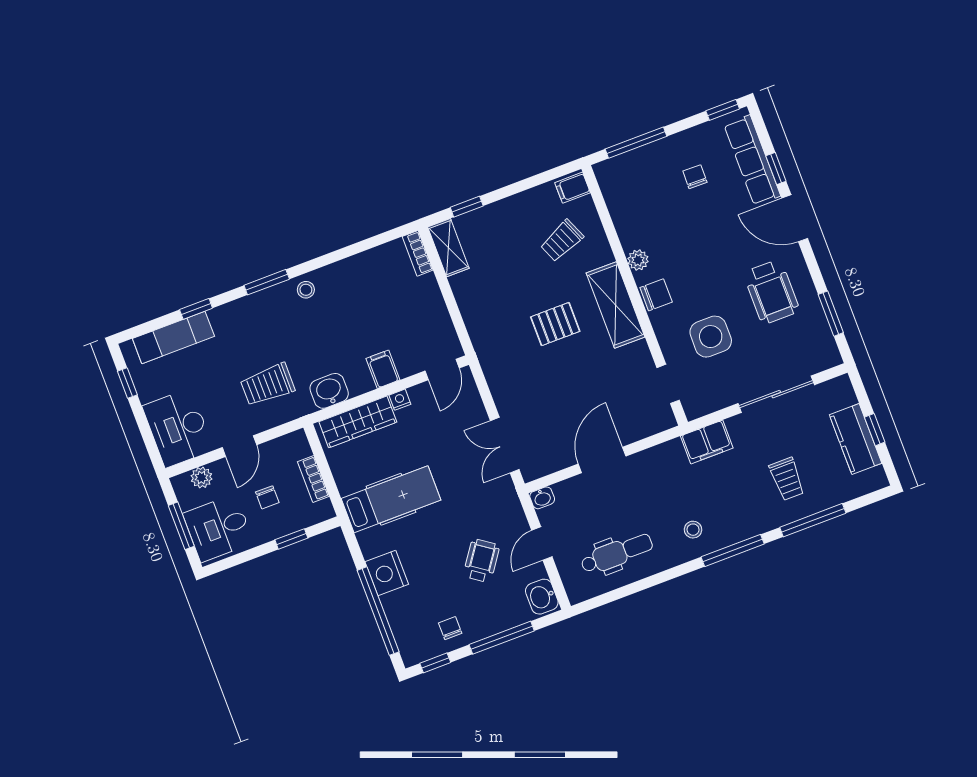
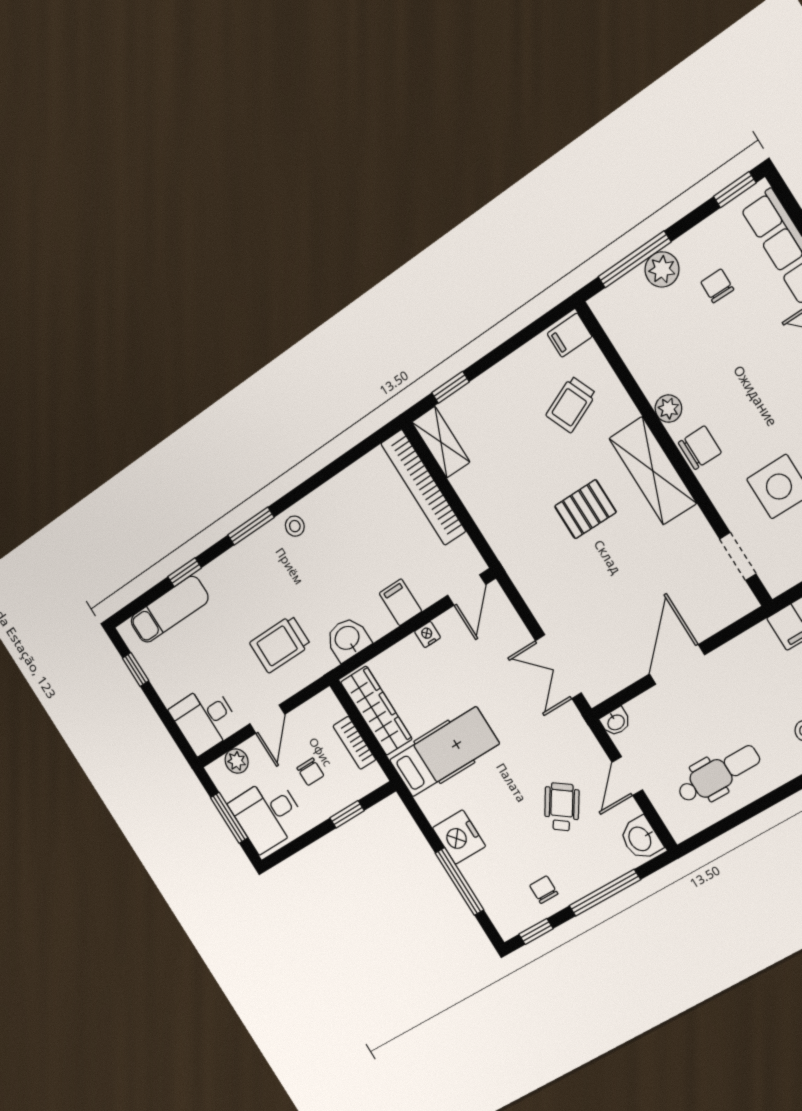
plant: (656, 155) -> (662, 269), added
bookcase: (418, 253) -> (423, 487), width x2.31, depth x1.31
wardrobe: (358, 422) -> (376, 711), moved, turned -90
desk: (178, 428) -> (205, 719), width x0.73
window: (378, 611) -> (459, 881), width x0.68

